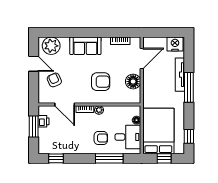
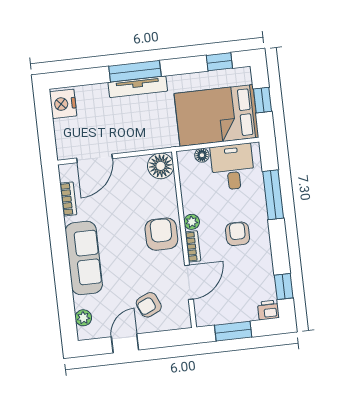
plant: (51, 46) -> (83, 318), width x0.53, depth x0.53
sofa: (85, 46) -> (84, 258), width x1.36
door: (142, 58) -> (94, 158), swing flipped
tv unit: (180, 75) -> (138, 87), moved
armchair: (101, 82) -> (161, 234), moved
floor lamp: (133, 82) -> (161, 166), moved
printer: (44, 121) -> (268, 310), moved
armchair: (101, 138) -> (238, 234), moved

